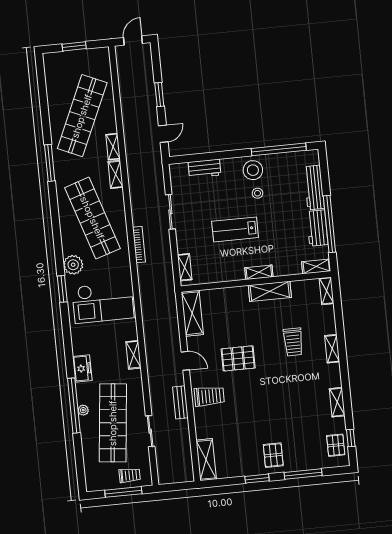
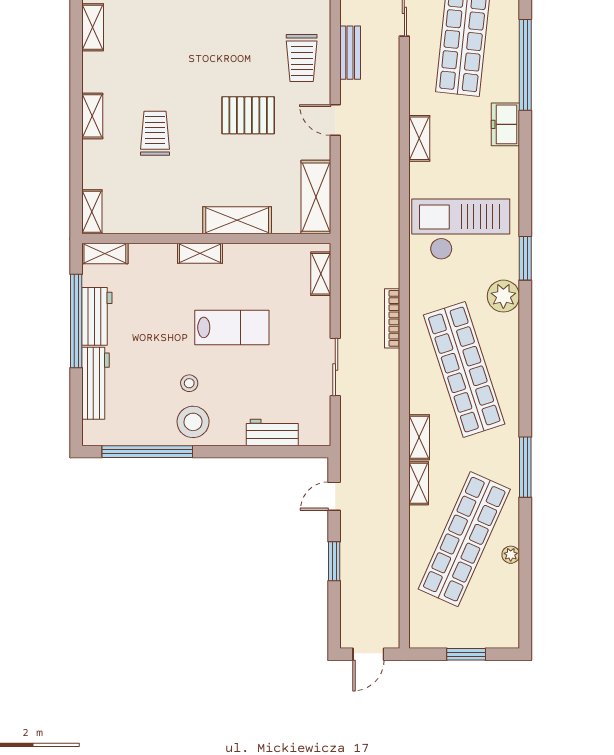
shelving: (270, 291) -> (237, 220), moved
trolley: (209, 396) -> (302, 58), turned -90
plant: (83, 410) -> (511, 555), moved

